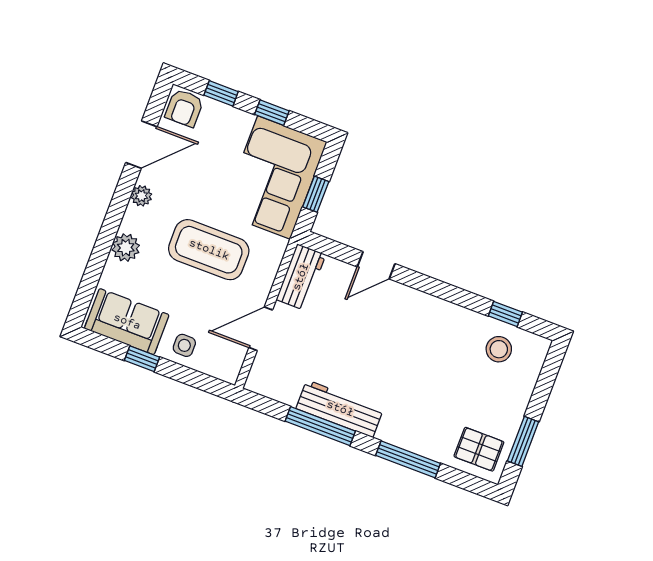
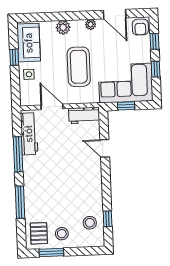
armchair: (184, 108) -> (140, 27), turned -90
stool: (497, 408) -> (62, 234), added
workbench: (340, 409) -> (29, 134), moved

